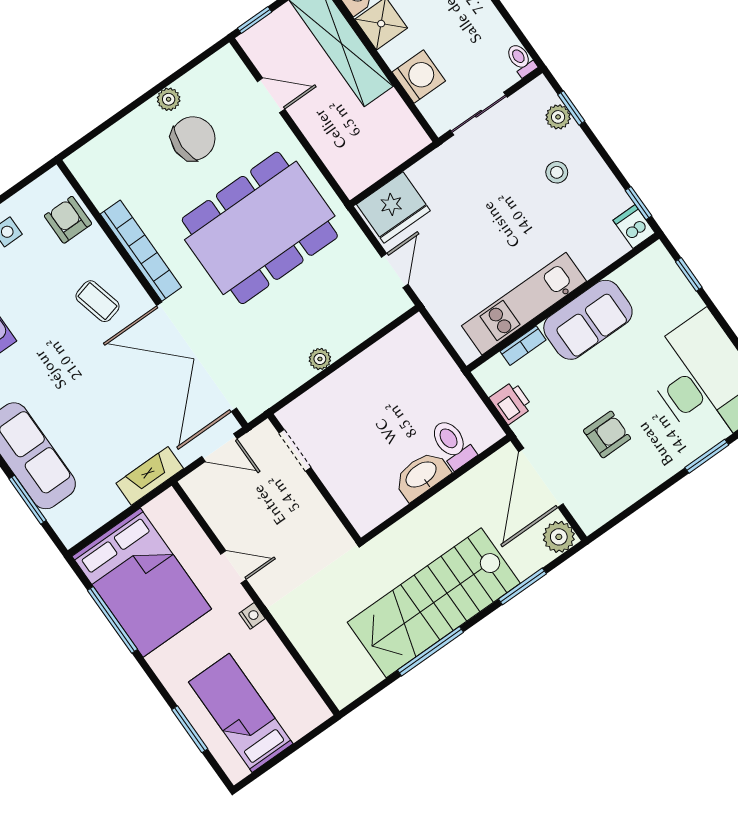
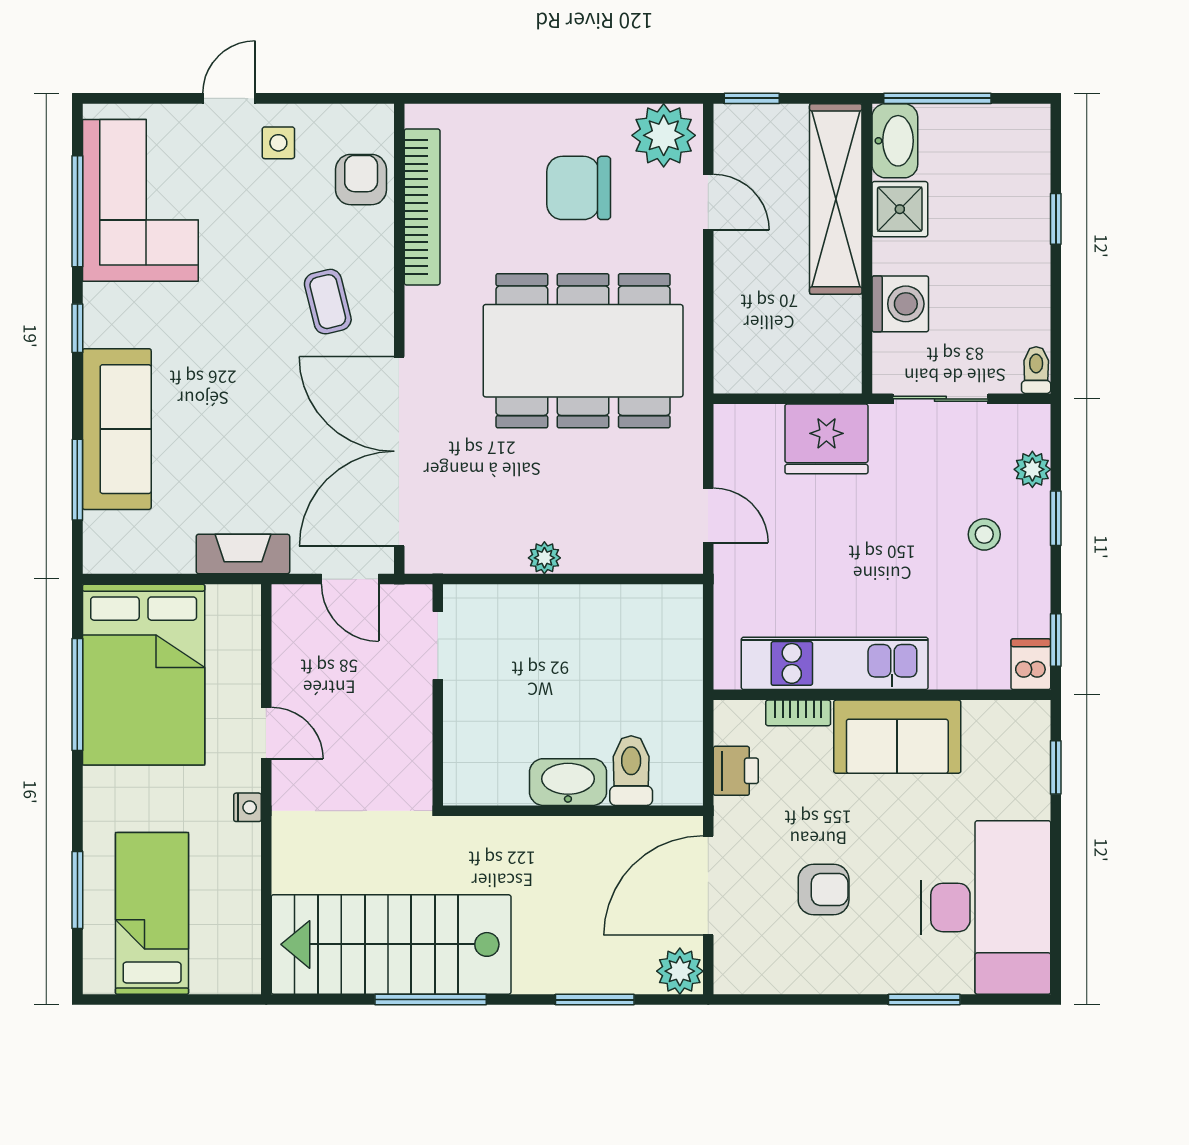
plant: (169, 99) -> (664, 135), moved, width x1.87, depth x1.87
window: (571, 108) -> (1056, 518), moved
chair: (193, 139) -> (579, 188), turned 180
fridge: (393, 208) -> (826, 439), moved
bookcase: (141, 251) -> (422, 207), moved
door: (395, 271) -> (708, 515), hinge flipped
stairs: (434, 603) -> (391, 944), moved

